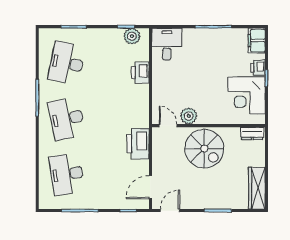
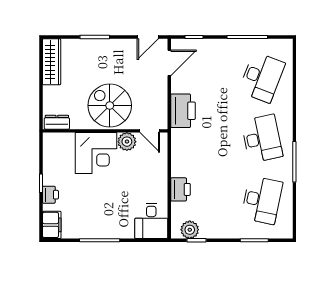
corner desk: (246, 95) -> (96, 153), moved, turned 90
desk: (67, 174) -> (262, 77), turned 30

